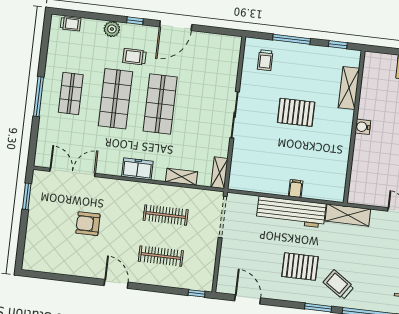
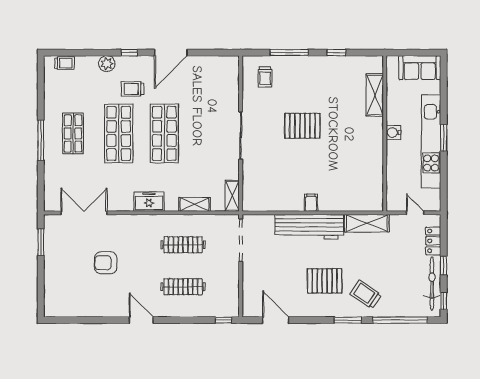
shelving: (349, 88) -> (375, 95), moved
wall: (354, 127) -> (385, 133), moved
water cooler: (363, 127) -> (393, 133), moved

